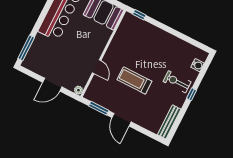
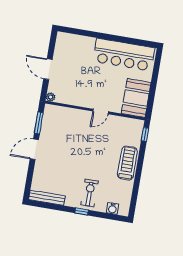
window: (26, 48) -> (77, 32), removed
door: (97, 67) -> (101, 111), moved
treadmill: (134, 80) -> (127, 163), moved

